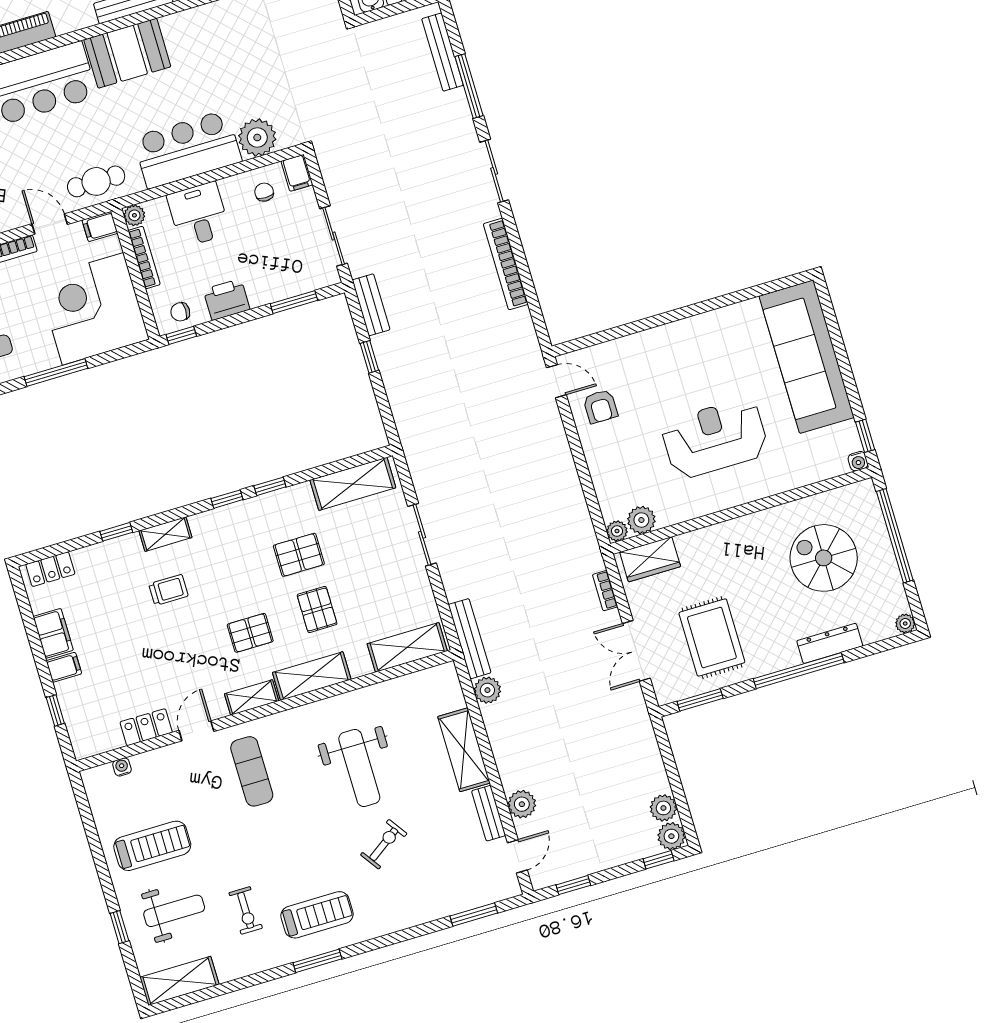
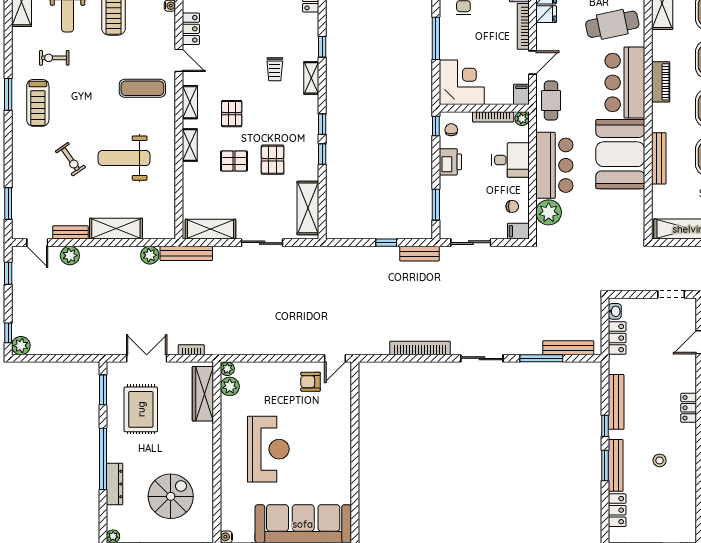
booth: (127, 53) -> (620, 154), width x1.36, depth x1.42
corner desk: (93, 309) -> (462, 82), width x0.74, depth x0.74
wardrobe: (650, 559) -> (203, 394), width x1.50
rug: (712, 638) -> (141, 409), turned 90
shelving: (407, 647) -> (210, 229), moved, turned 90
shelving: (312, 676) -> (190, 145), width x0.67, depth x0.75
plant: (663, 808) -> (41, 346), removed

